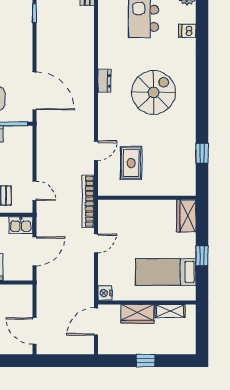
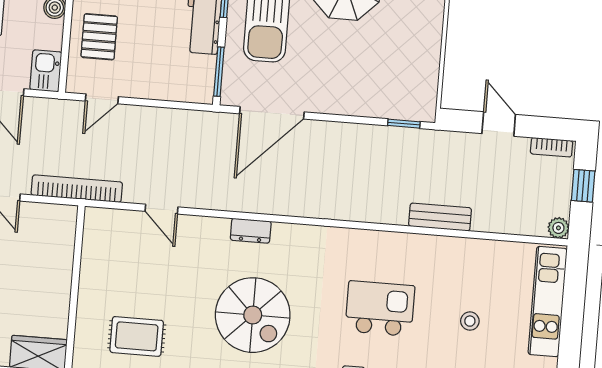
dresser: (104, 81) -> (251, 231), moved
rug: (131, 163) -> (137, 336), moved

